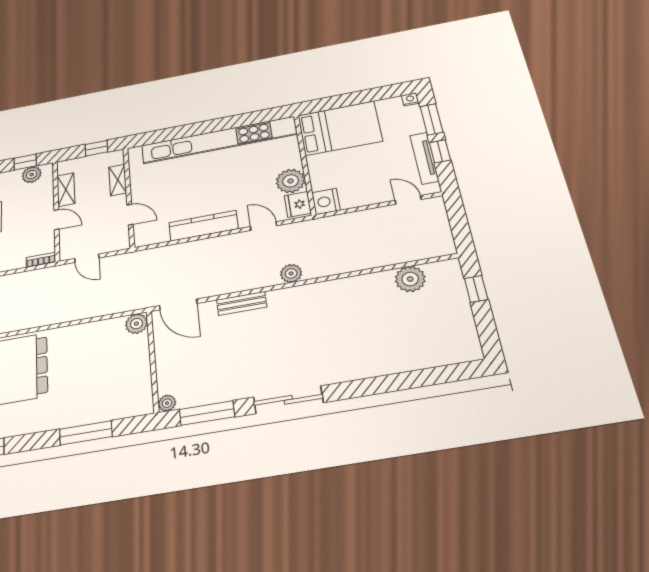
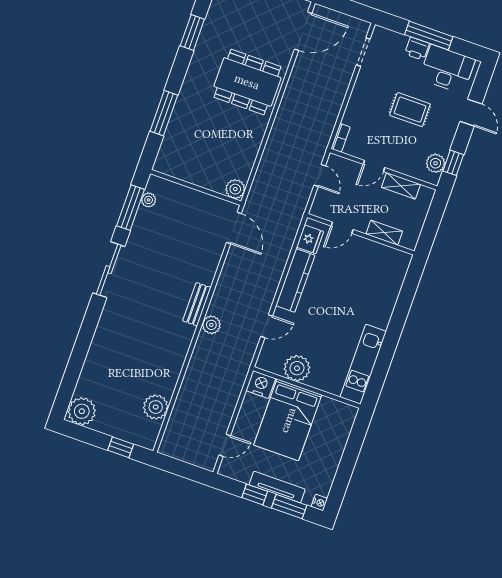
bed: (340, 128) -> (288, 420), moved
kitchen unit: (219, 140) -> (363, 364), width x0.54
window: (96, 148) -> (430, 229), removed
tv unit: (424, 158) -> (277, 487), moved
fridge: (298, 204) -> (310, 239), moved, turned 90
door: (87, 258) -> (320, 175), swing flipped
bench: (242, 303) -> (197, 304), moved
door: (178, 305) -> (234, 228), swing flipped
plant: (463, 346) -> (82, 411), added
plant: (167, 403) -> (149, 200), moved

